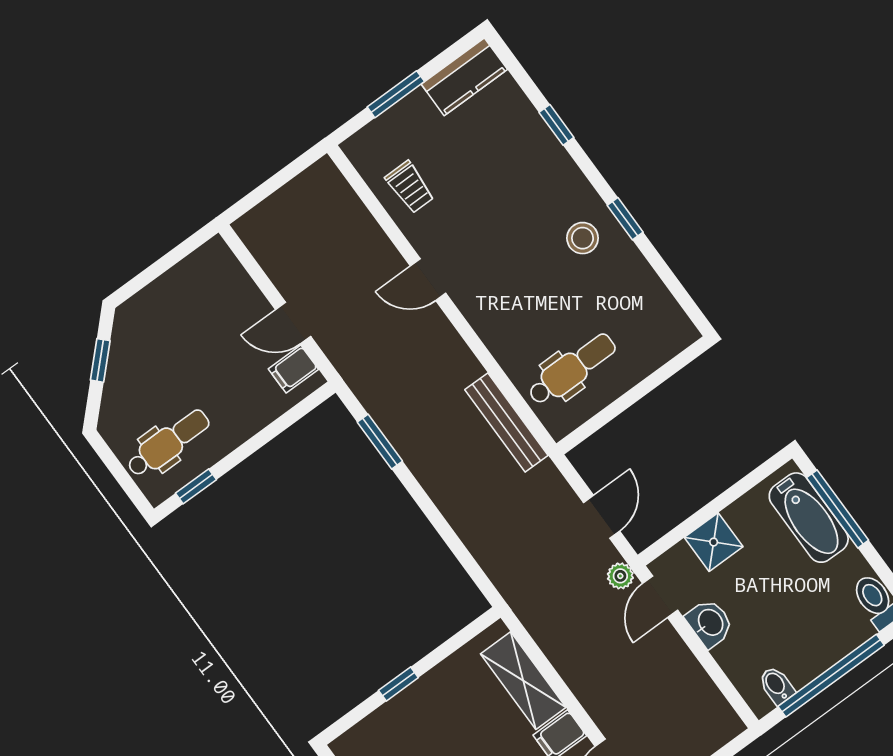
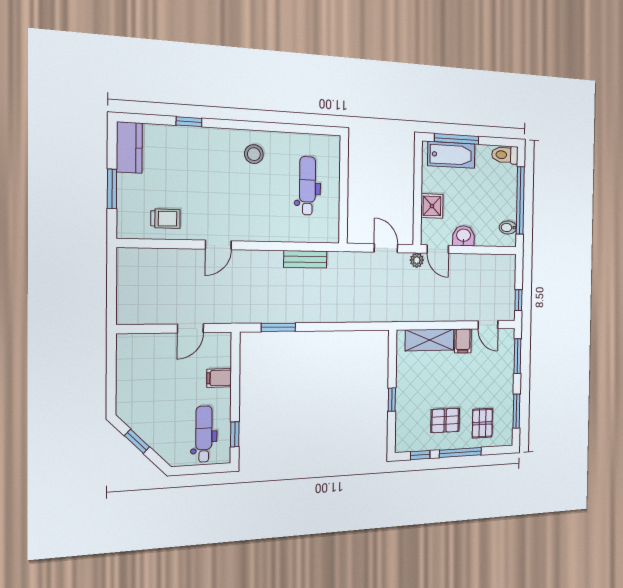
window: (625, 219) -> (260, 126), removed
filing cabinet: (293, 369) -> (219, 378), moved, turned 90
dental chair: (572, 369) -> (307, 186), moved
bench: (506, 422) -> (305, 259), width x0.73

